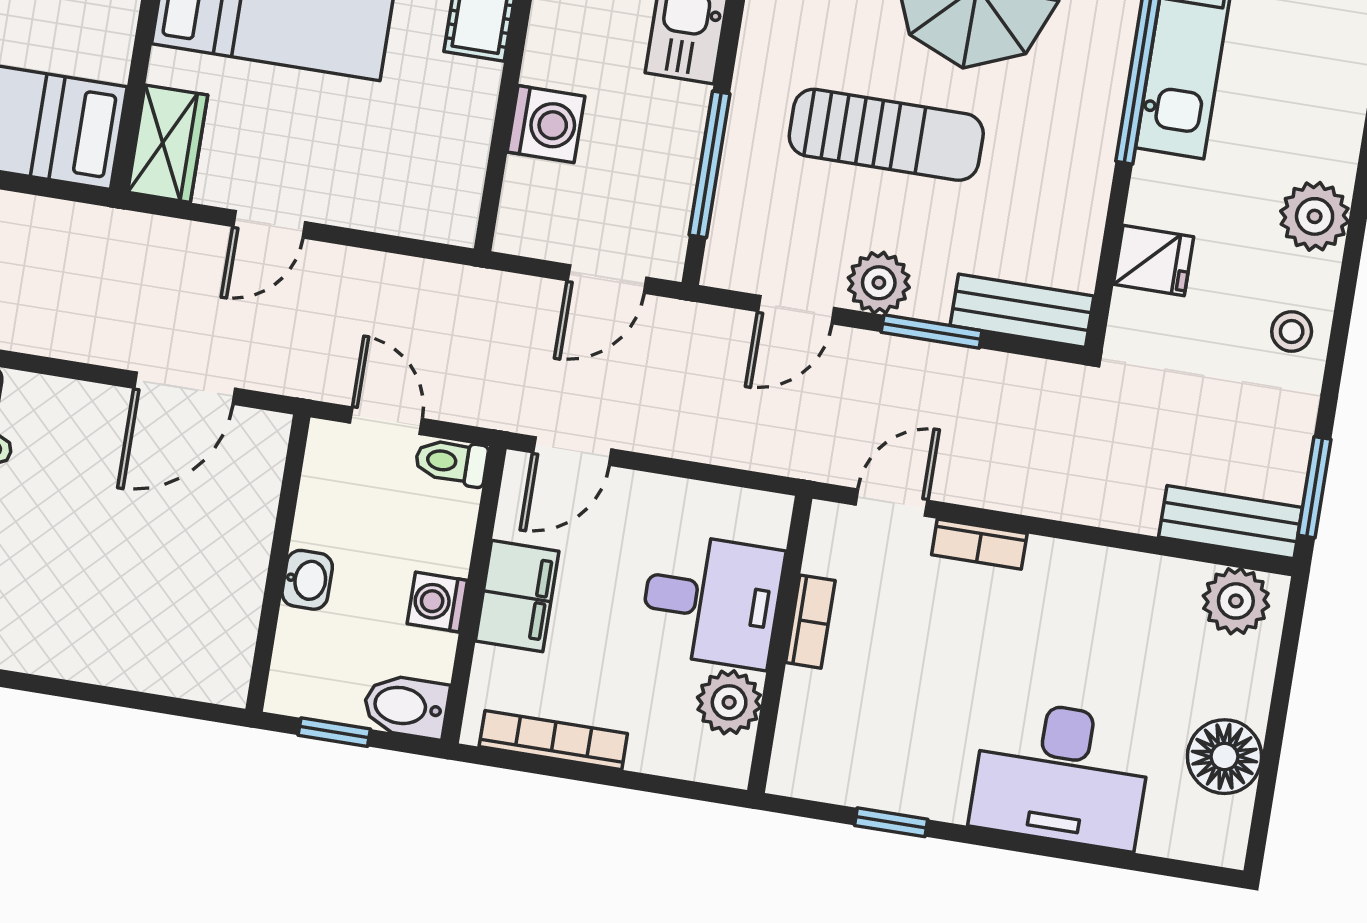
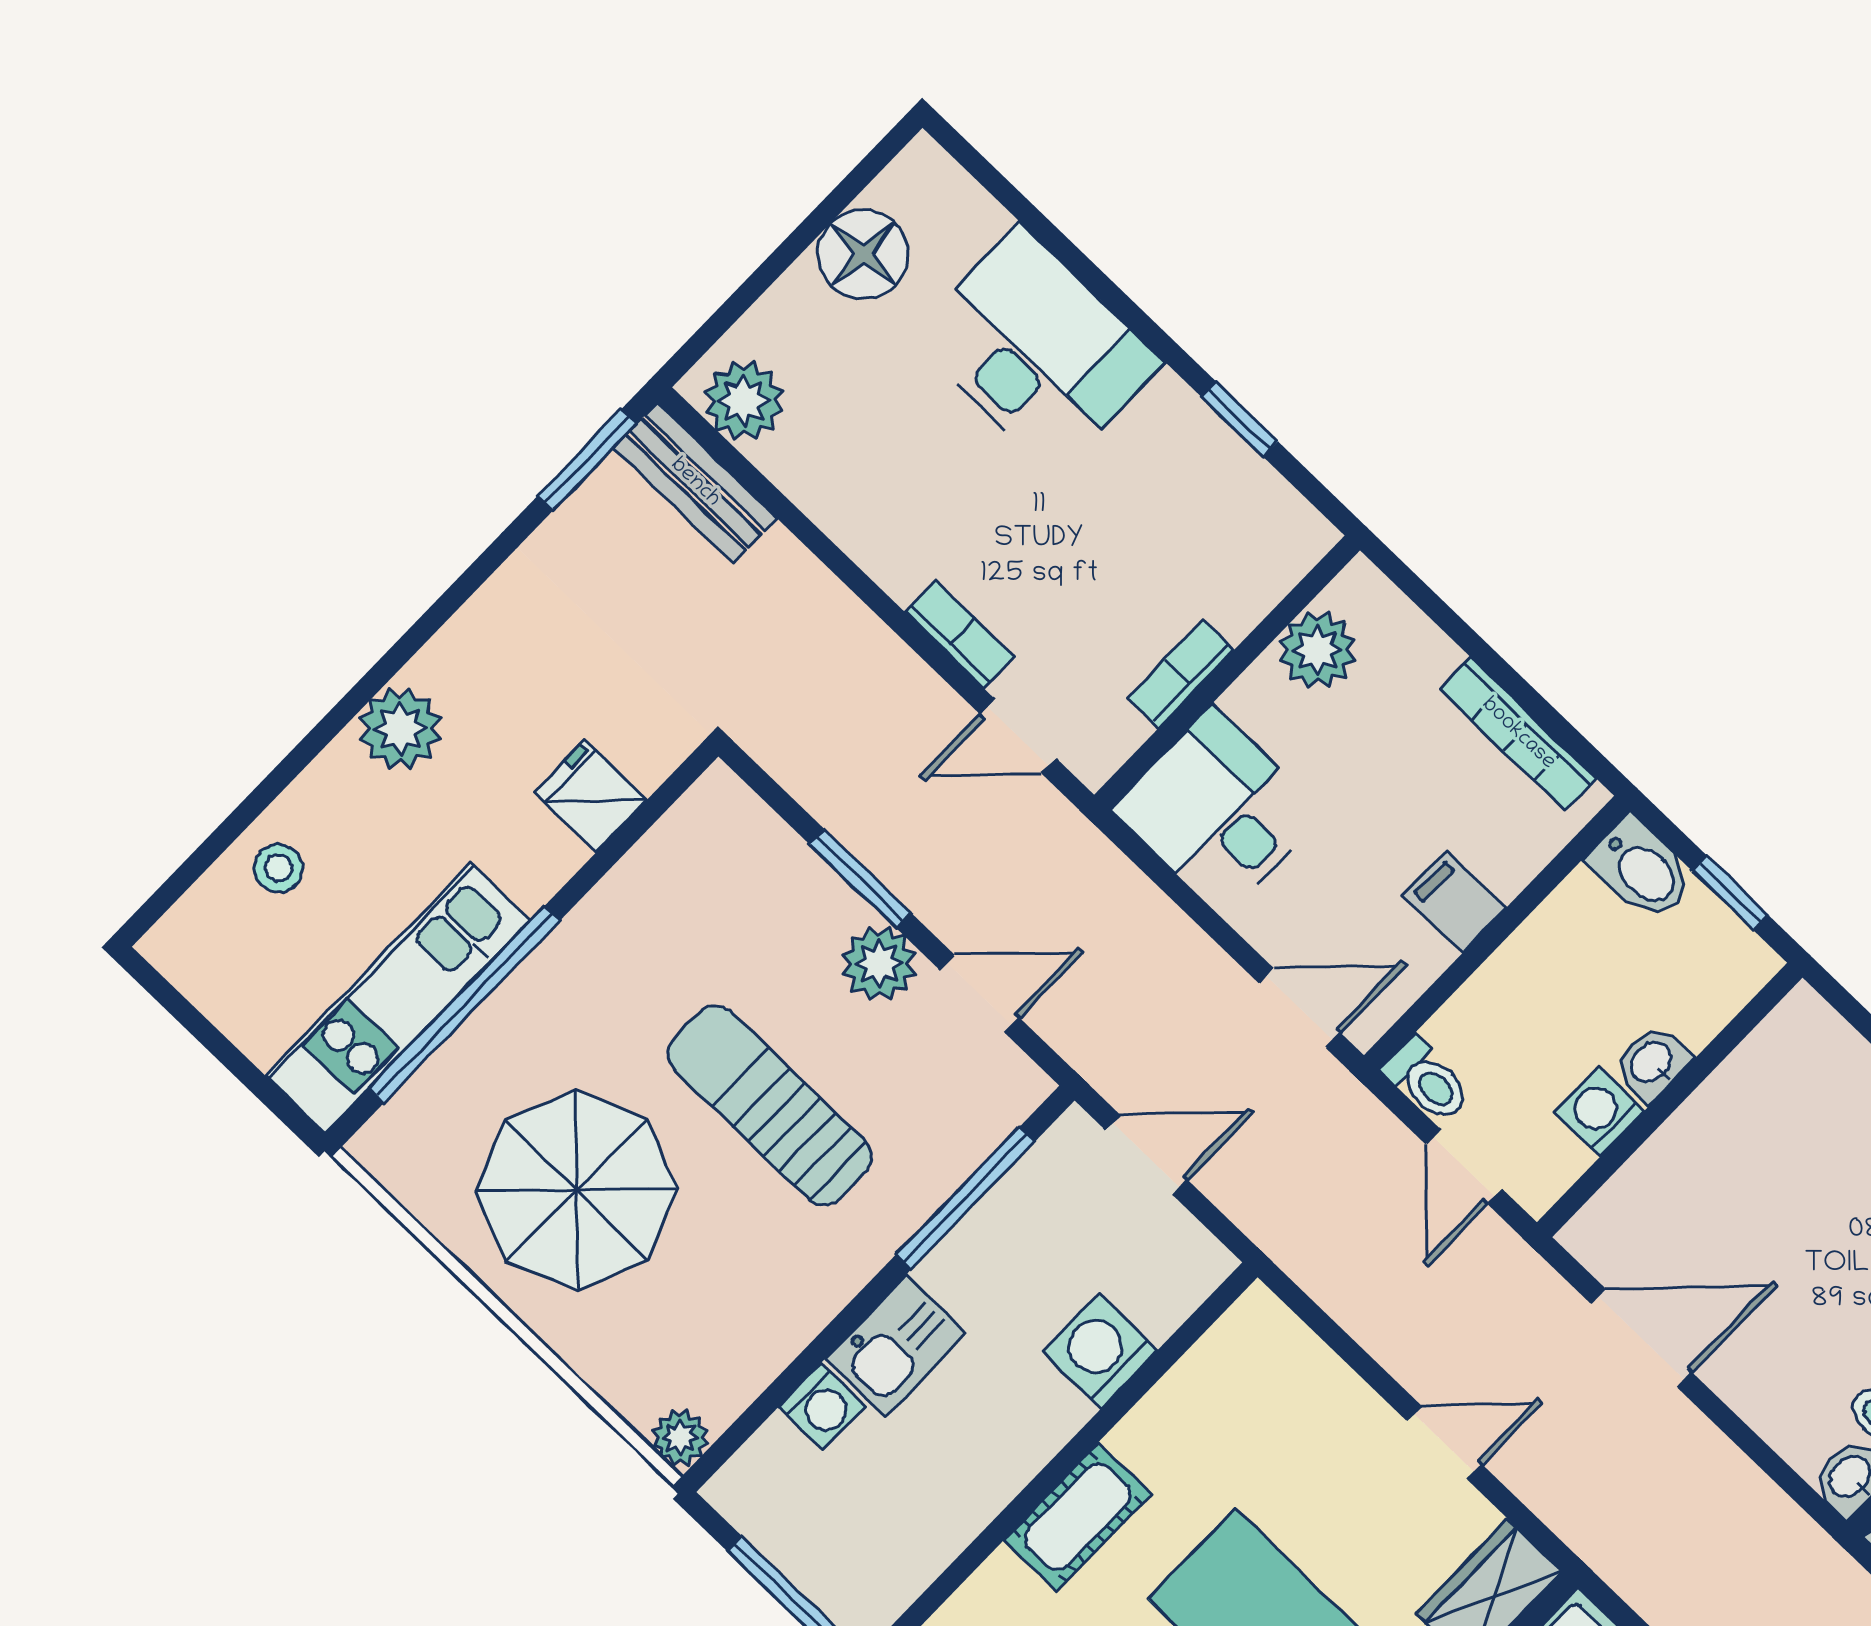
bench: (1022, 311) -> (756, 837), removed
stool: (1292, 331) -> (278, 868), moved
filing cabinet: (517, 596) -> (1455, 902), width x0.50
desk: (711, 601) -> (1218, 812), moved
washing machine: (437, 602) -> (1599, 1112), moved, turned 180

